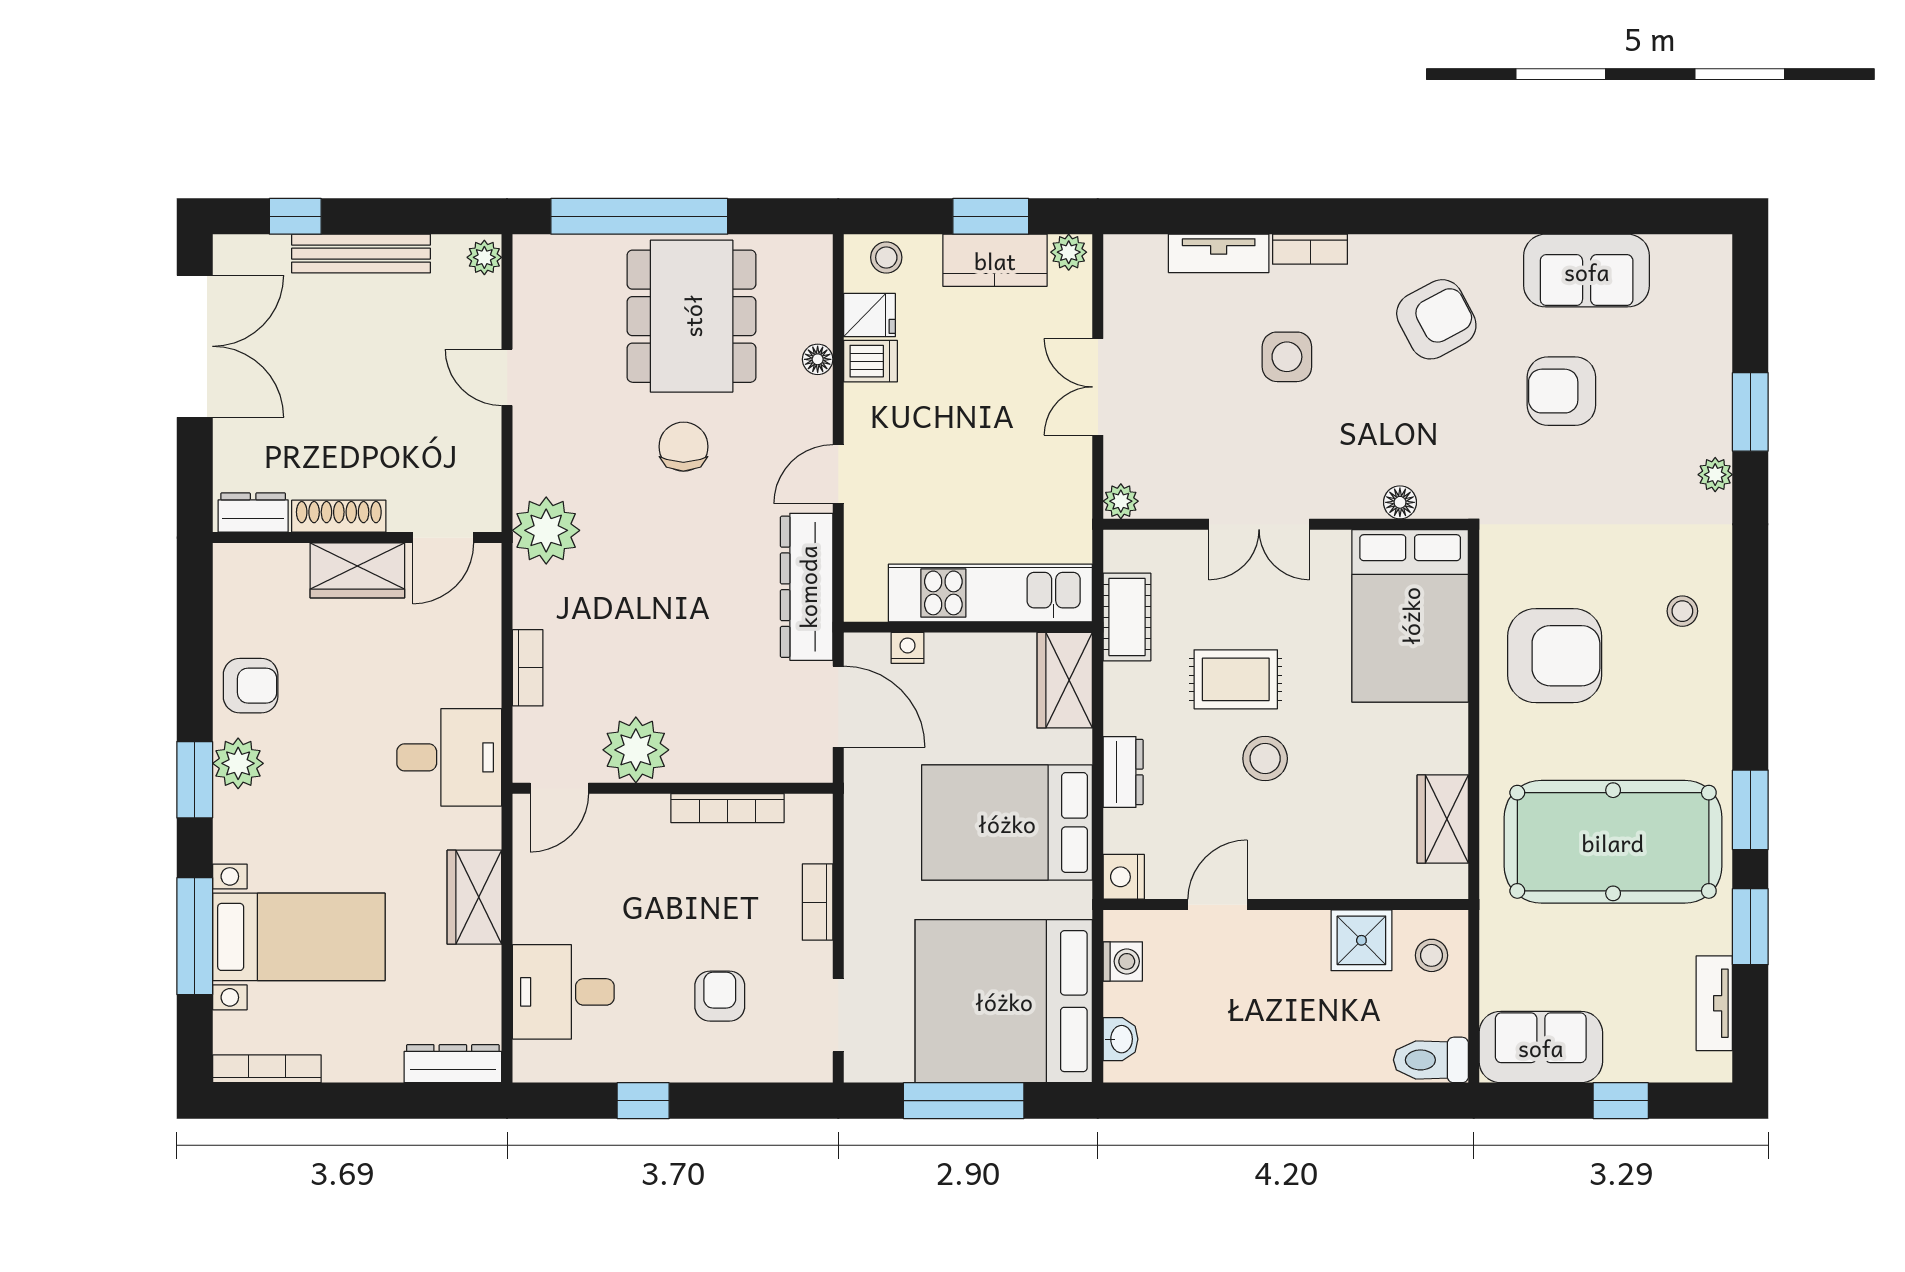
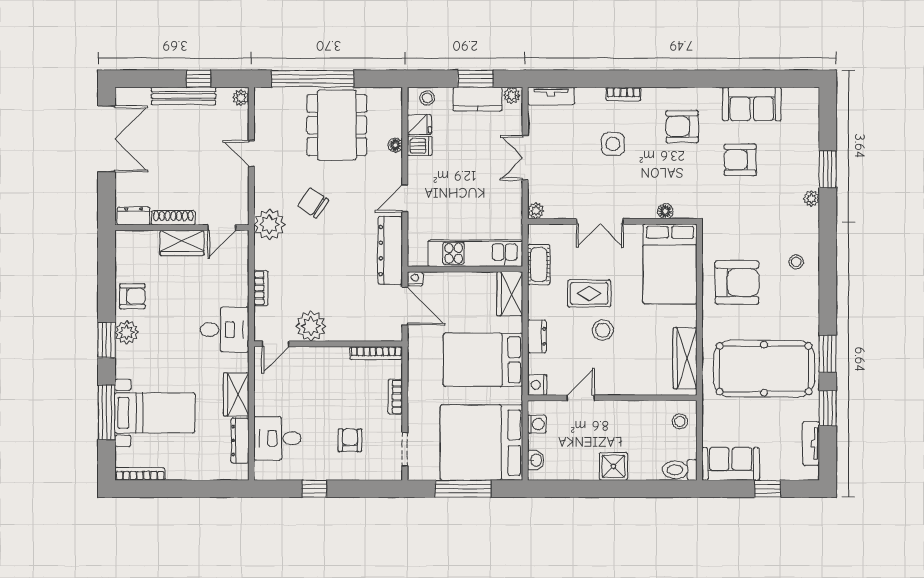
window: (295, 216) -> (199, 79), moved
tv unit: (1219, 253) -> (551, 96), moved
armchair: (1436, 319) -> (682, 127), turned -152
chair: (683, 447) -> (313, 203), moved, turned -57
nightstand: (908, 648) -> (415, 279), moved
bookcase: (727, 808) -> (376, 353), moved
wardrobe: (1443, 819) -> (685, 358), width x1.50
shower: (1361, 940) -> (613, 466), moved
dresser: (453, 1064) -> (240, 440), moved, turned -90

